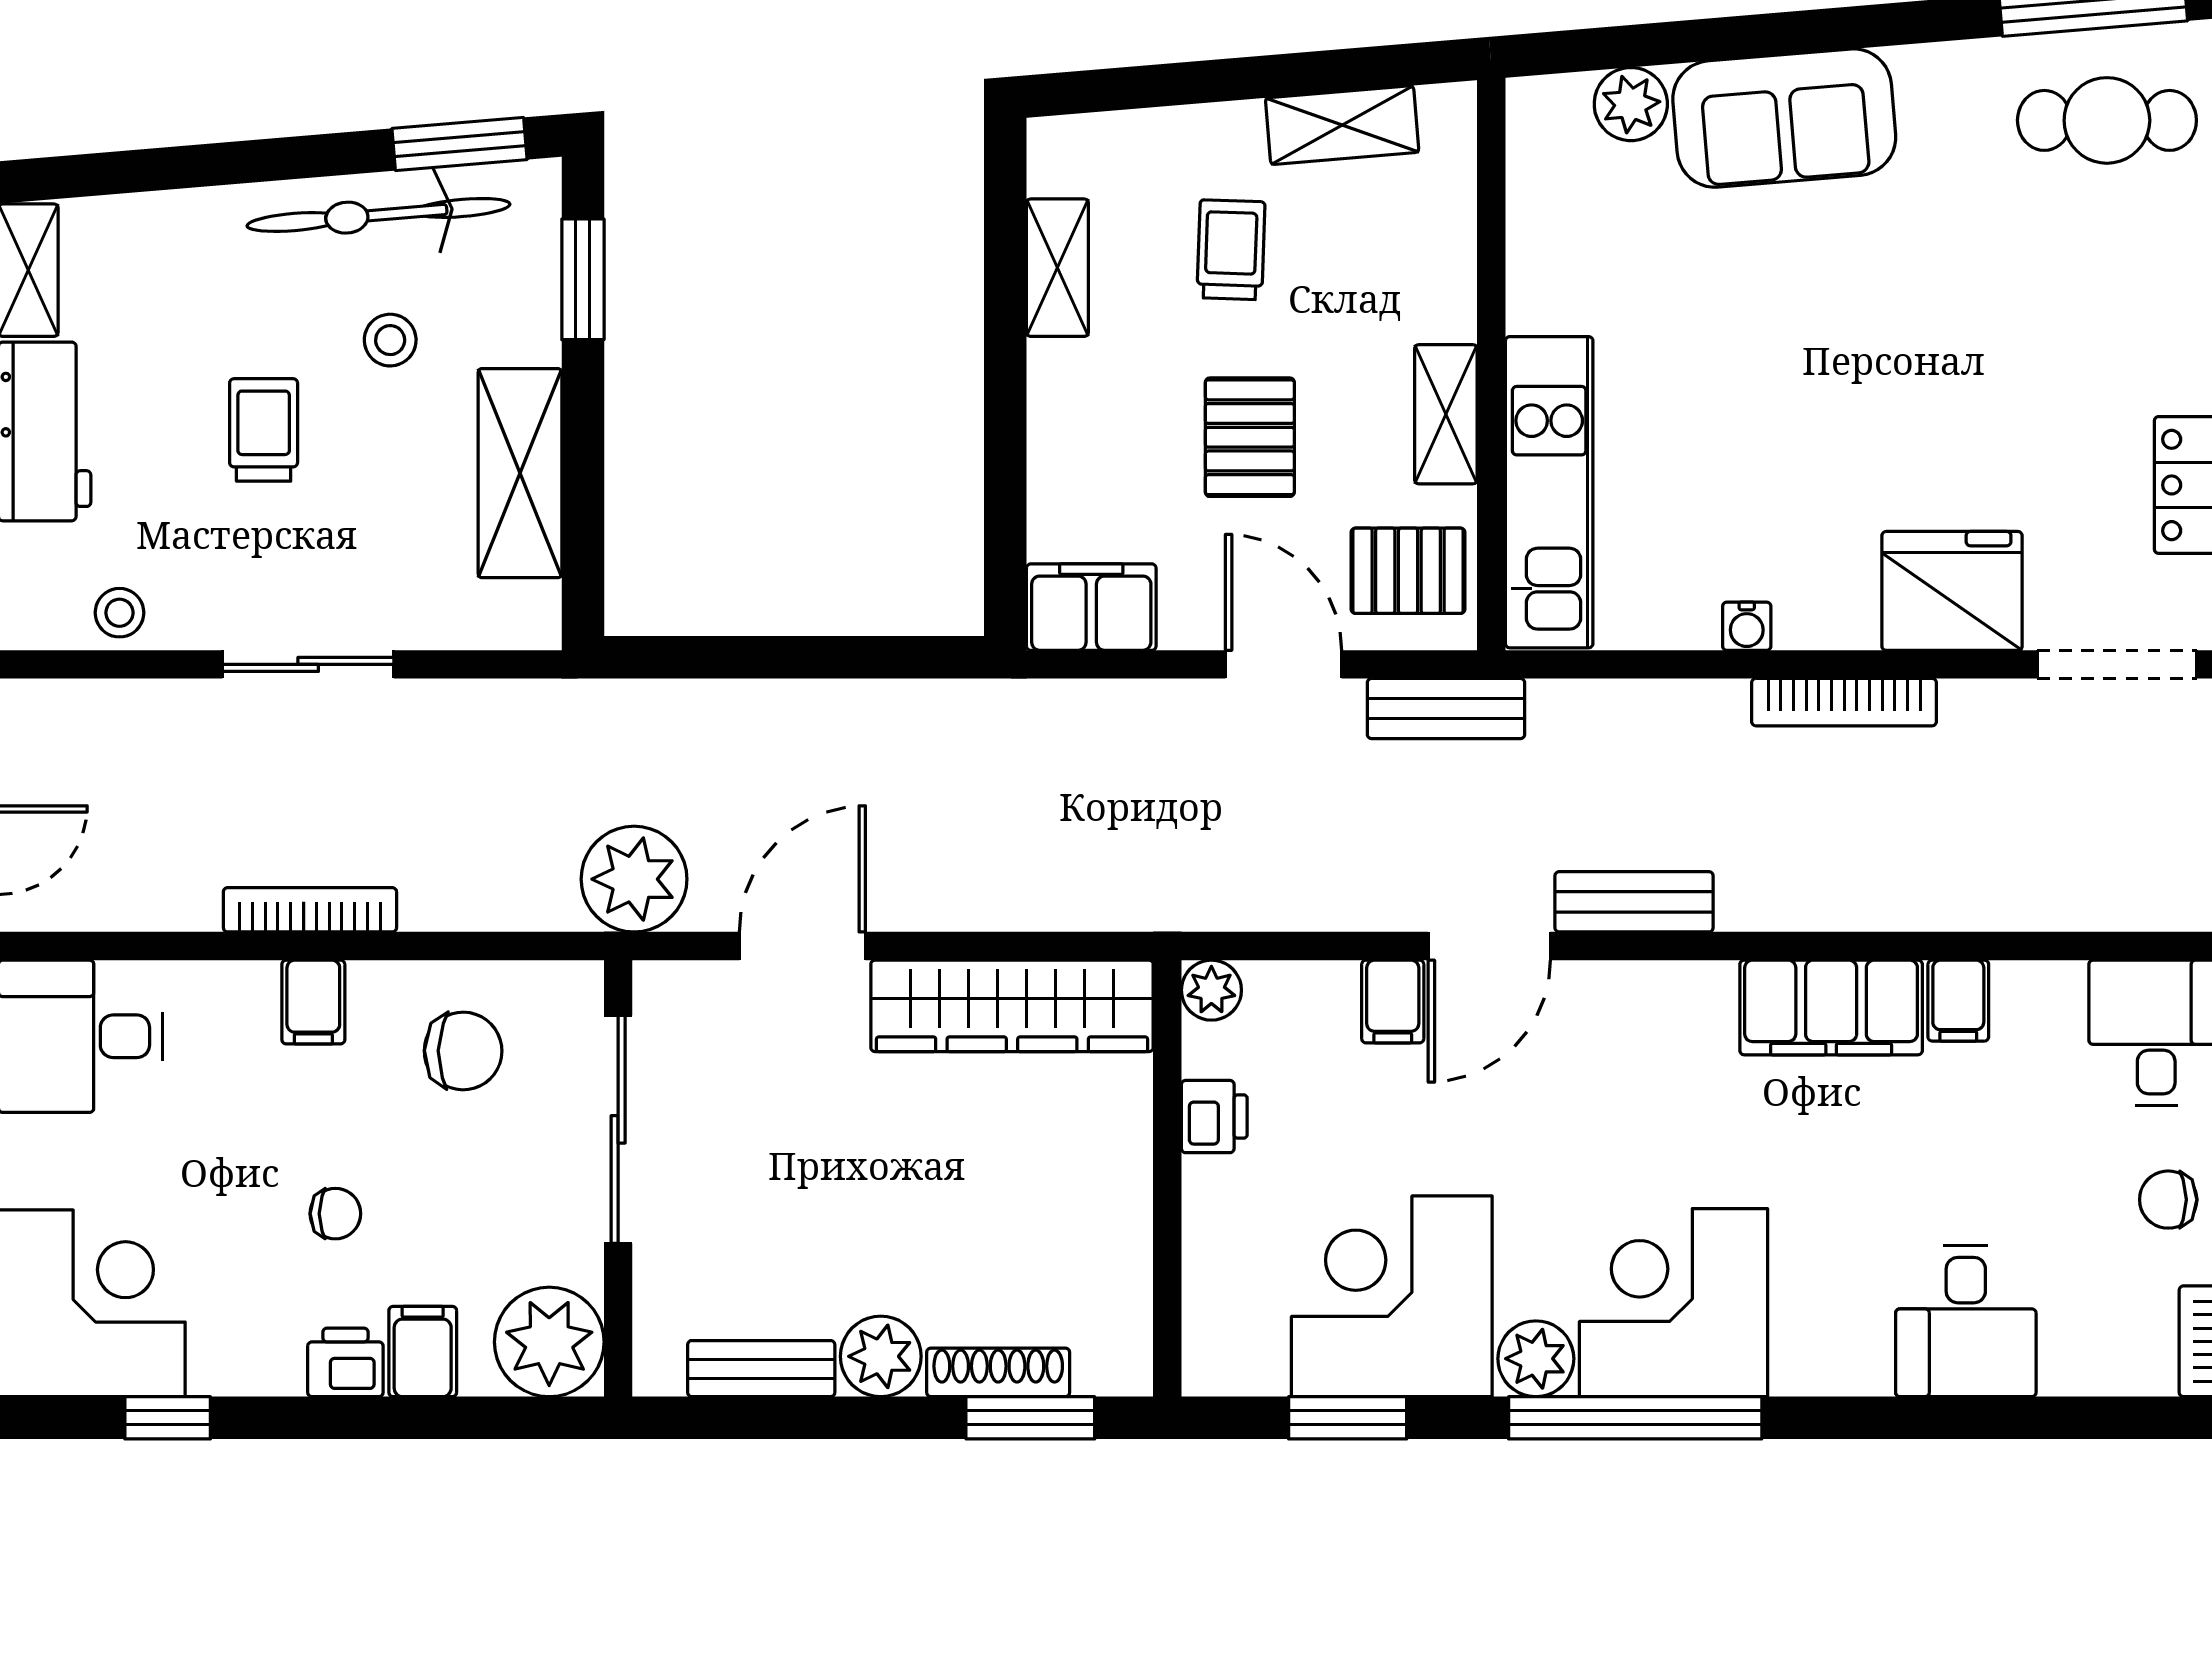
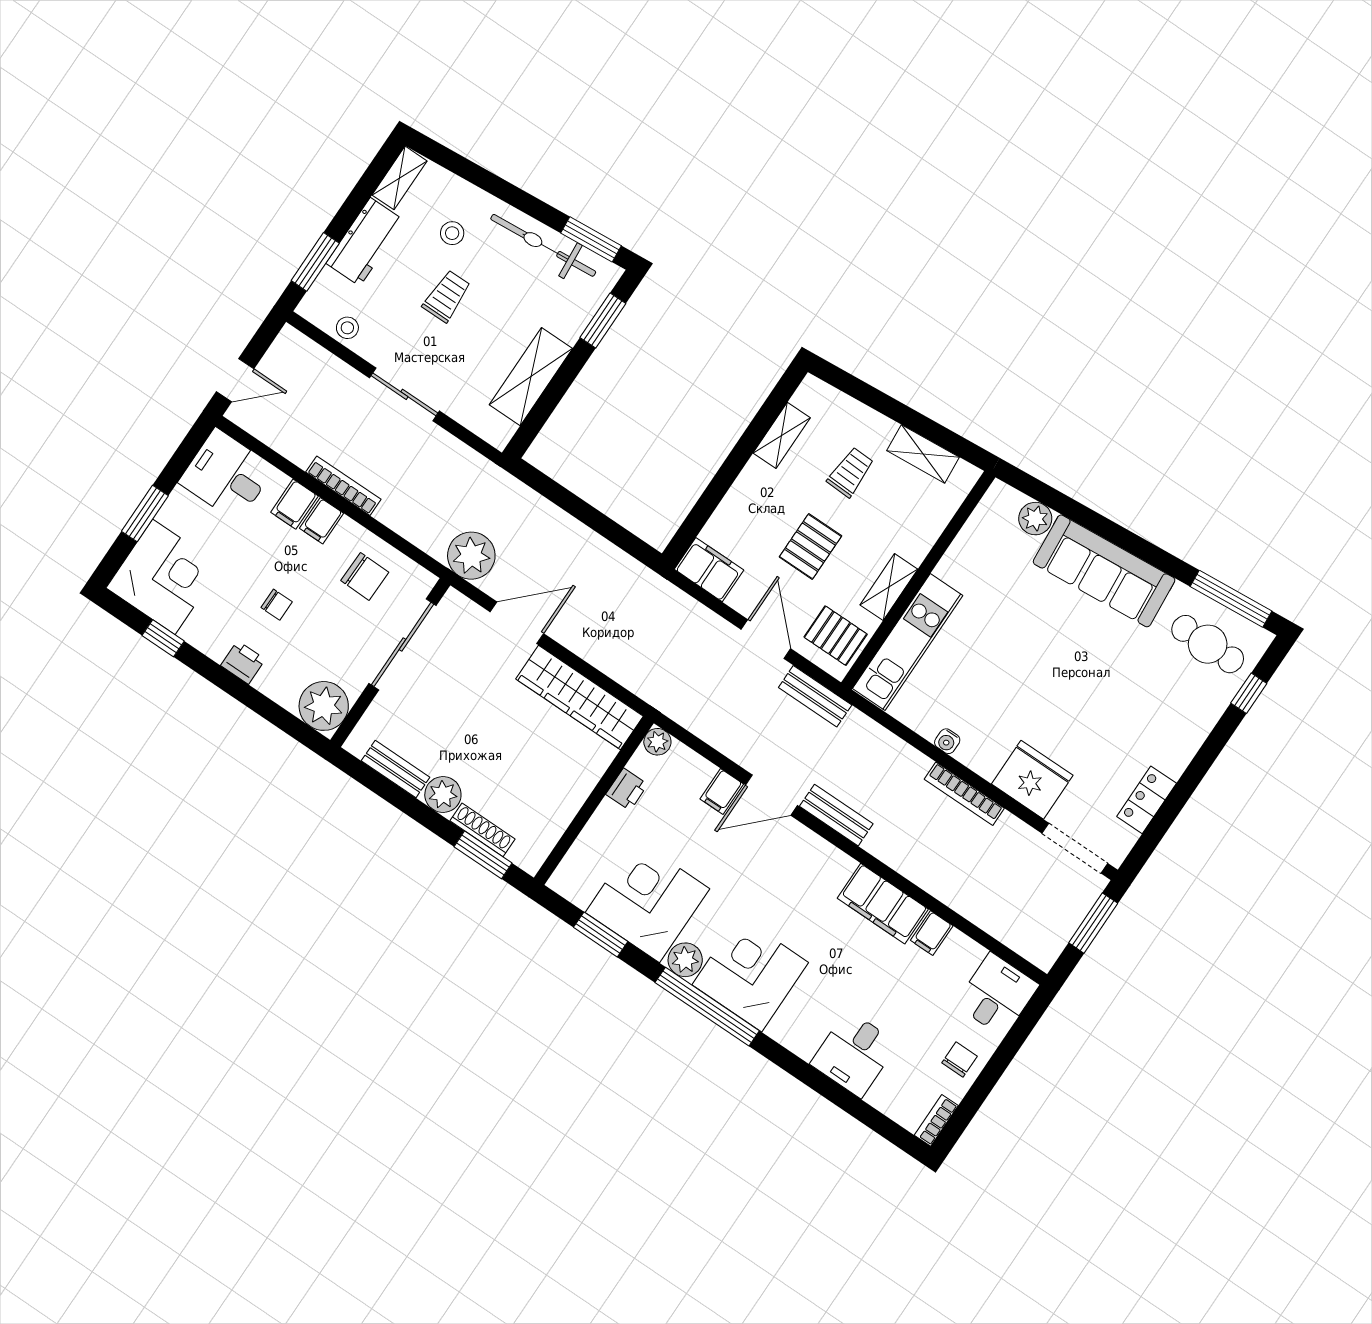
sofa: (1784, 118) -> (1104, 571), width x1.36
stool: (390, 340) -> (452, 233), moved
chair: (2168, 1200) -> (960, 1059), turned 90
filing cabinet: (423, 1352) -> (294, 504), moved, turned 180

